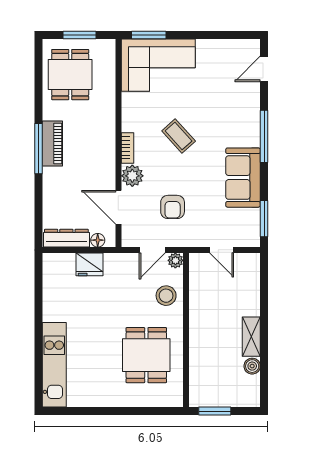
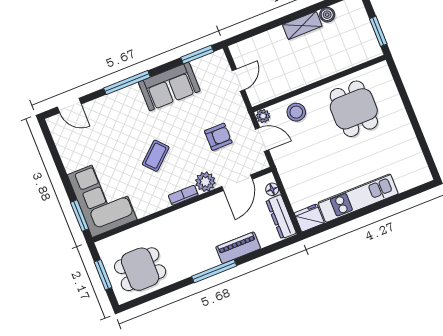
piano: (52, 143) -> (238, 248), moved
fridge: (90, 264) -> (309, 218), moved, turned -90
dining table: (146, 355) -> (354, 109), turned 90
kitchen unit: (54, 365) -> (358, 198), moved

